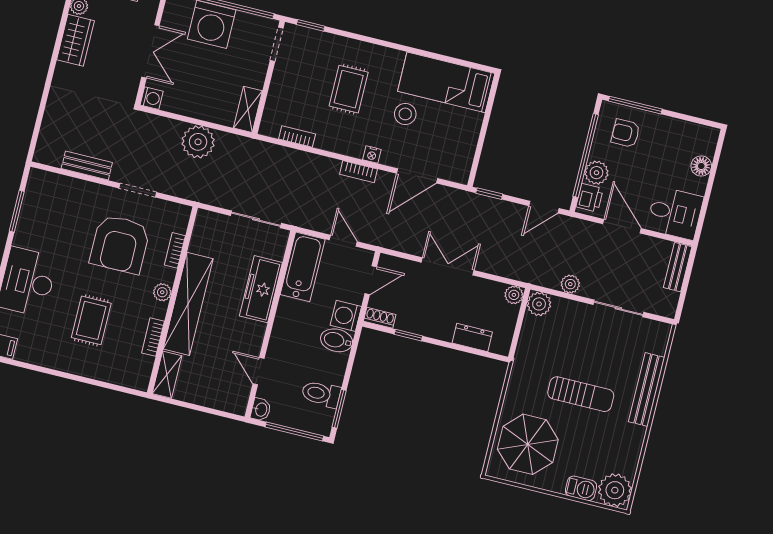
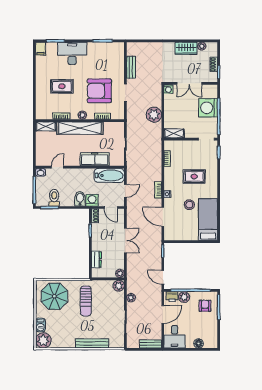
sun lounger: (581, 394) -> (86, 301), moved

